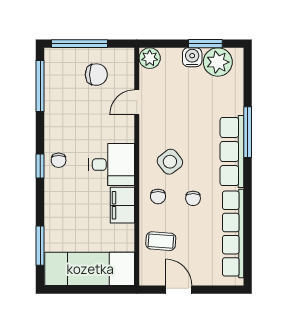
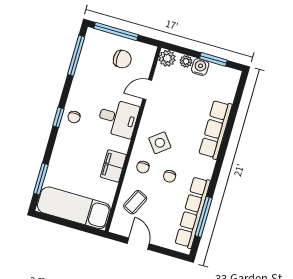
plant: (218, 62) -> (186, 61), moved, width x0.53, depth x0.53
window: (248, 132) -> (204, 217), moved
row of seats: (232, 152) -> (215, 129), moved
desk: (112, 165) -> (118, 118), moved
coffee table: (161, 241) -> (135, 202), turned -68

